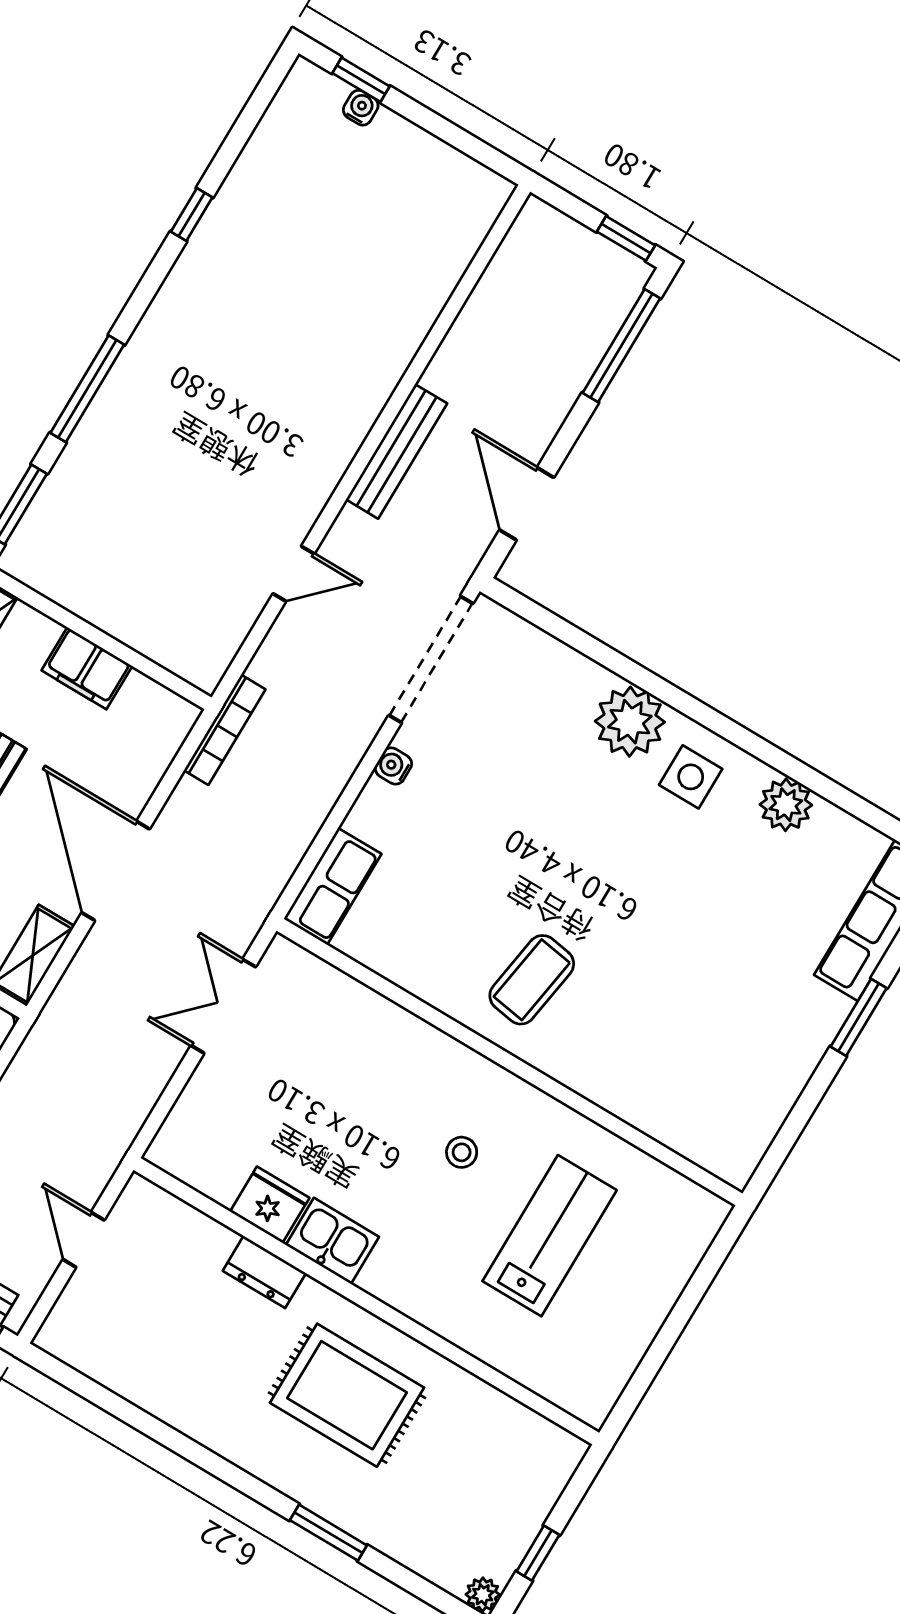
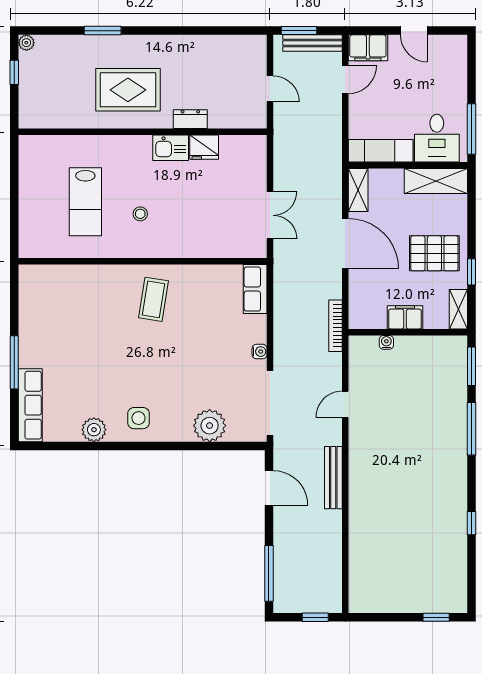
water cooler: (361, 108) -> (386, 342), moved, turned 180
window: (626, 238) -> (315, 617), moved
plant: (630, 722) -> (210, 426), moved
window: (859, 1017) -> (14, 362), width x1.44

